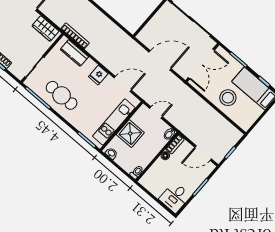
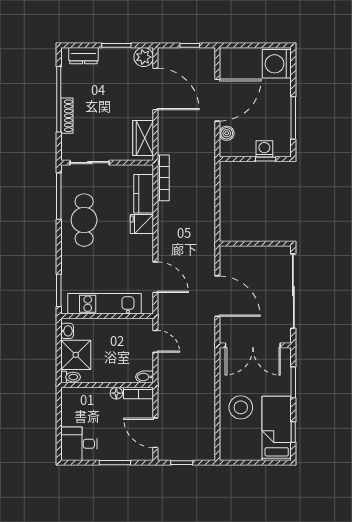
fridge: (98, 75) -> (142, 224), moved
shower: (130, 134) -> (76, 355), moved

